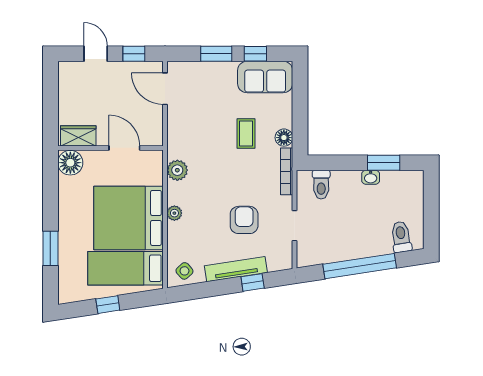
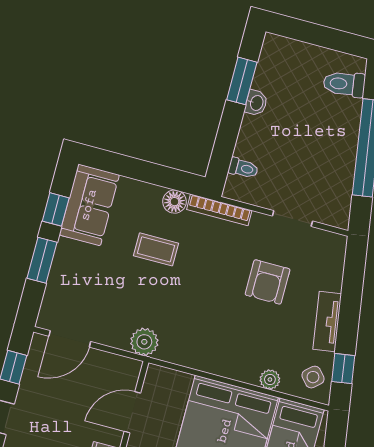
plant: (177, 170) -> (144, 342), moved
toilet: (321, 185) -> (243, 168), width x0.73, depth x0.72
plant: (174, 213) -> (270, 379), moved
armchair: (244, 220) -> (268, 282), turned -90
tv unit: (236, 269) -> (327, 322), width x0.71
window: (253, 282) -> (343, 369), moved

